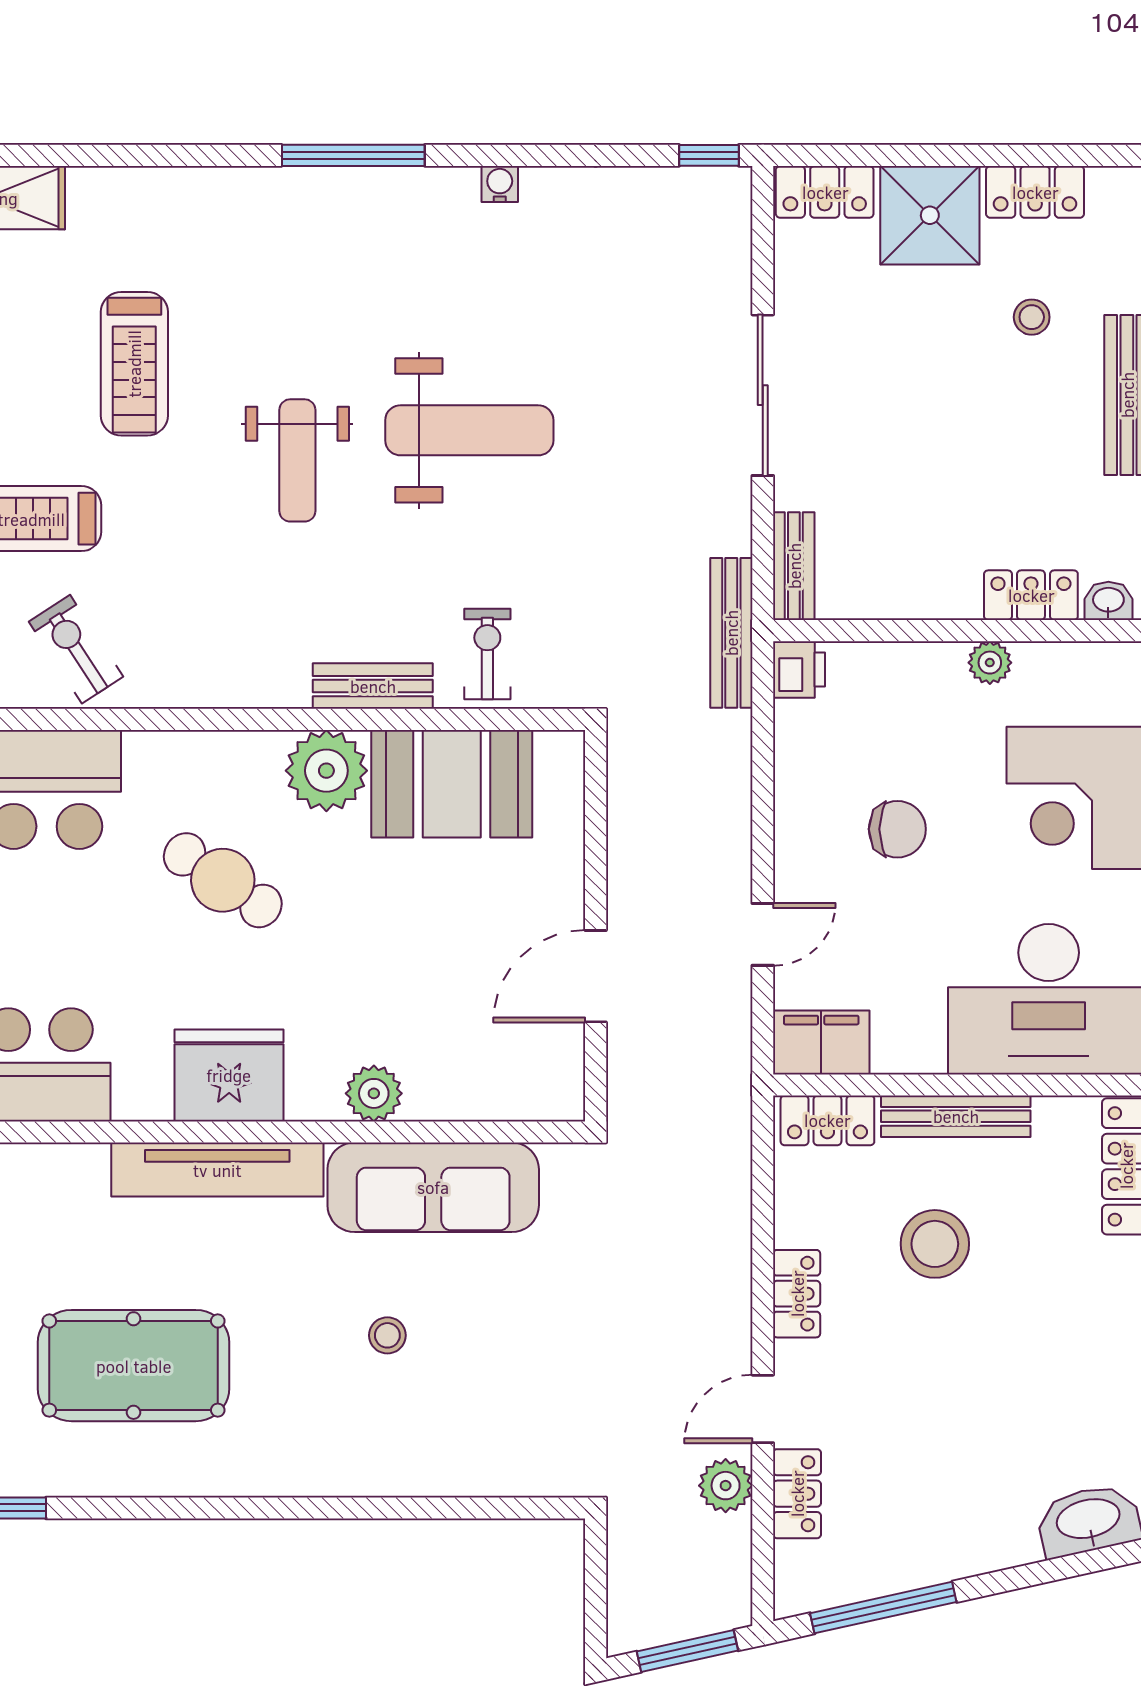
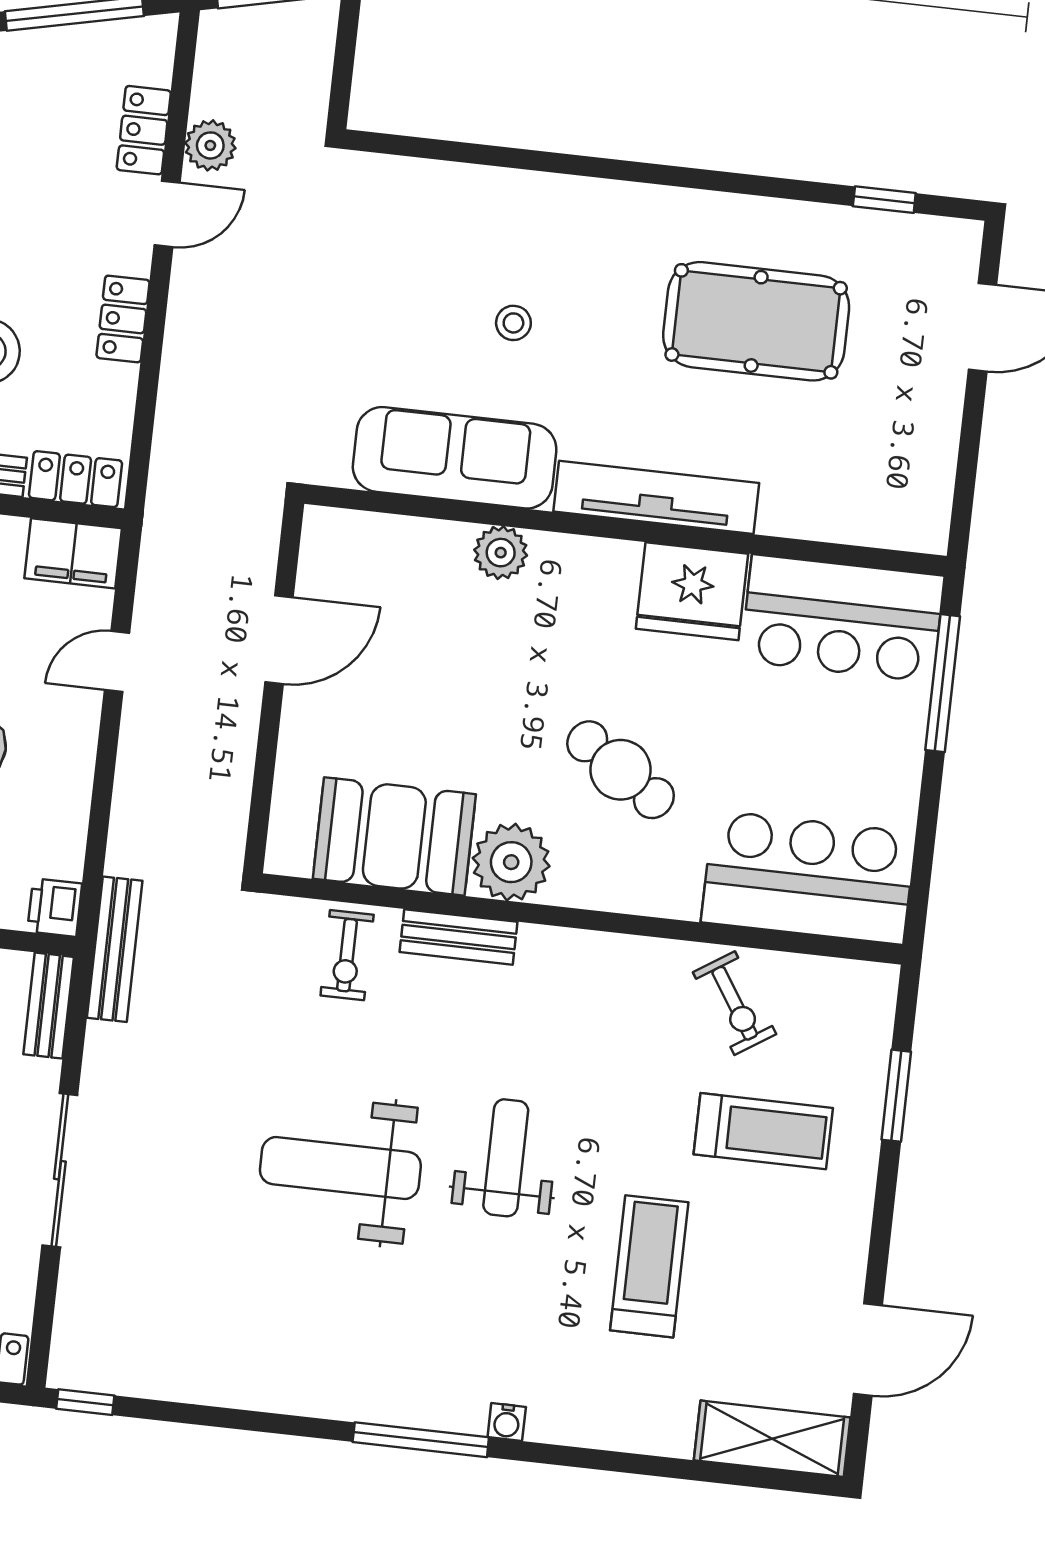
water cooler: (500, 184) -> (507, 1422), moved
fridge: (229, 1075) -> (692, 591), moved

